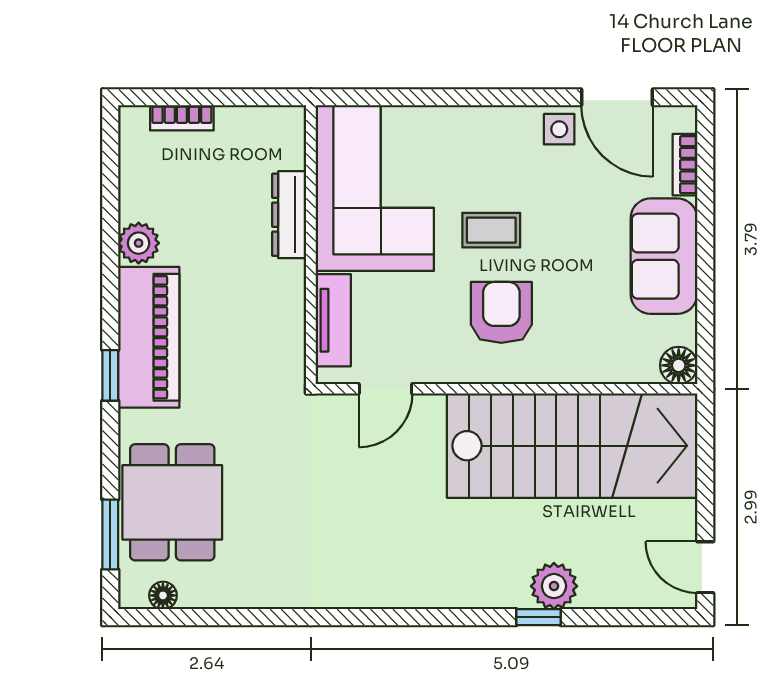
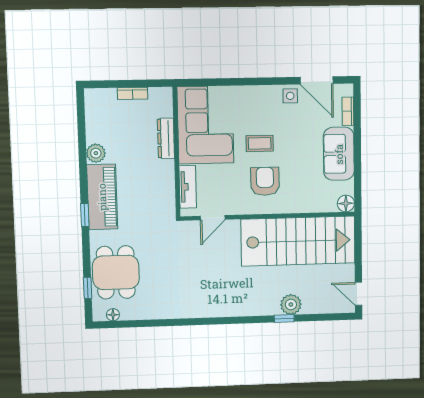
bookcase: (182, 118) -> (133, 93), moved
window: (110, 534) -> (88, 288), width x0.67

